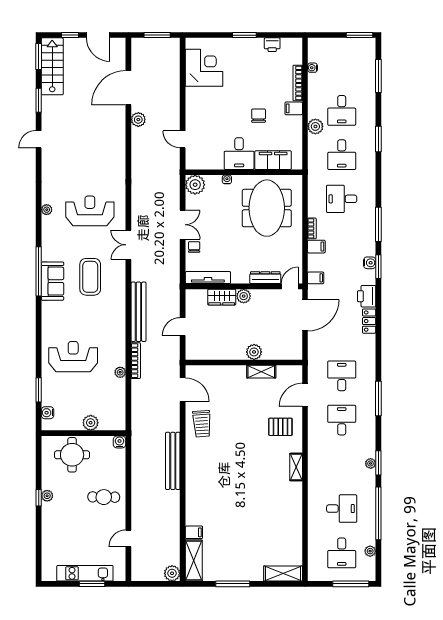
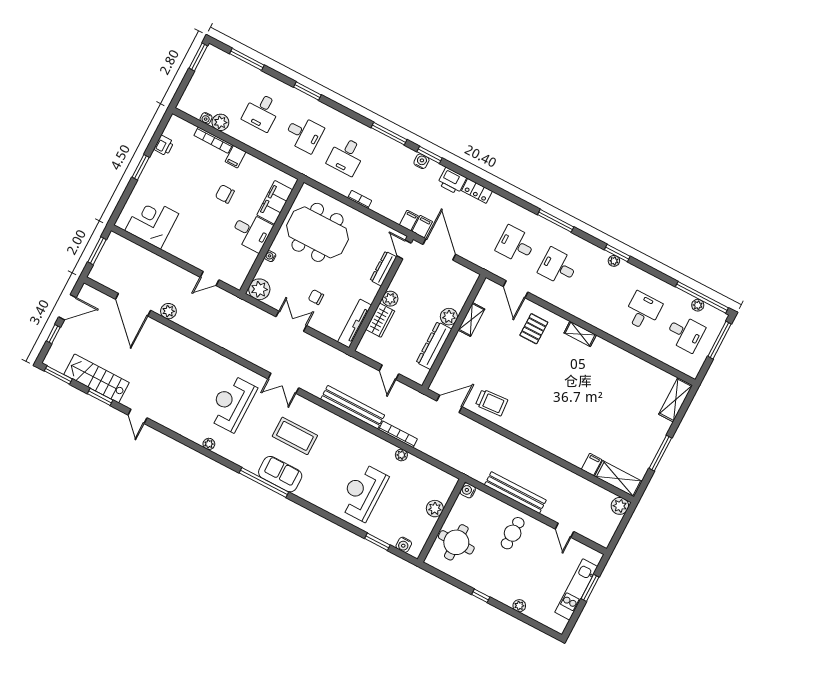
stairs: (52, 66) -> (96, 378), moved
desk: (342, 110) -> (261, 112), turned 90
plant: (315, 126) -> (220, 122), moved
chair: (194, 247) -> (316, 297), moved
filing cabinet: (316, 247) -> (422, 227), moved
dresser: (224, 352) -> (434, 346), added
bench: (173, 461) -> (515, 493), moved
plant: (47, 496) -> (519, 606), moved
window: (378, 513) -> (702, 297), moved

